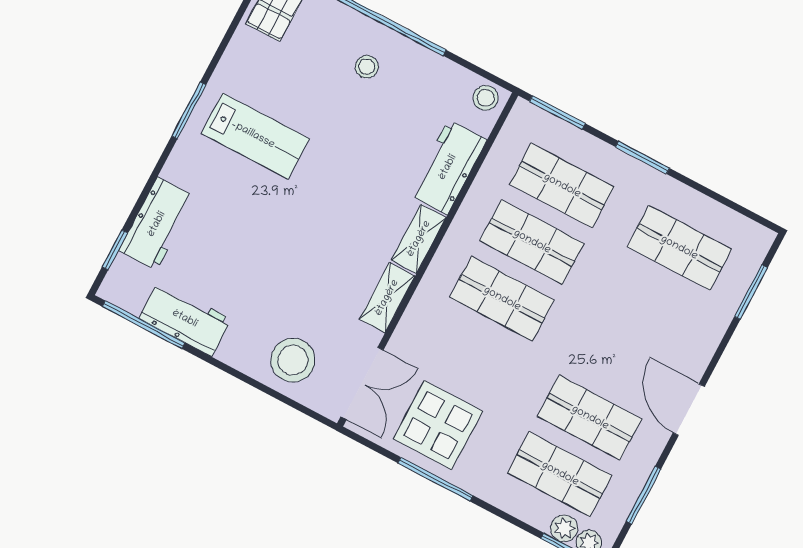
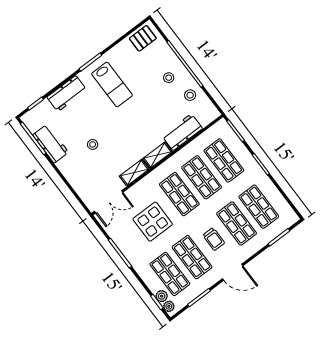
stool: (486, 98) -> (190, 95), moved
workbench: (157, 224) -> (67, 94), moved
shop shelf: (649, 304) -> (237, 223), added
trolley: (617, 359) -> (214, 239), added
stool: (293, 360) -> (93, 144), moved, width x0.53, depth x0.53
door: (689, 410) -> (233, 272), swing flipped
display table: (438, 425) -> (153, 222), moved

